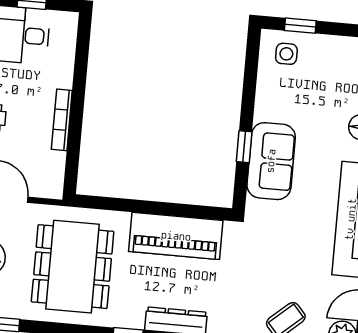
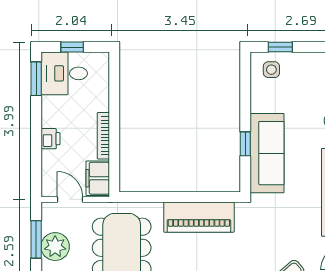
sofa: (271, 161) -> (267, 153), width x1.36
filing cabinet: (50, 174) -> (98, 178), added

